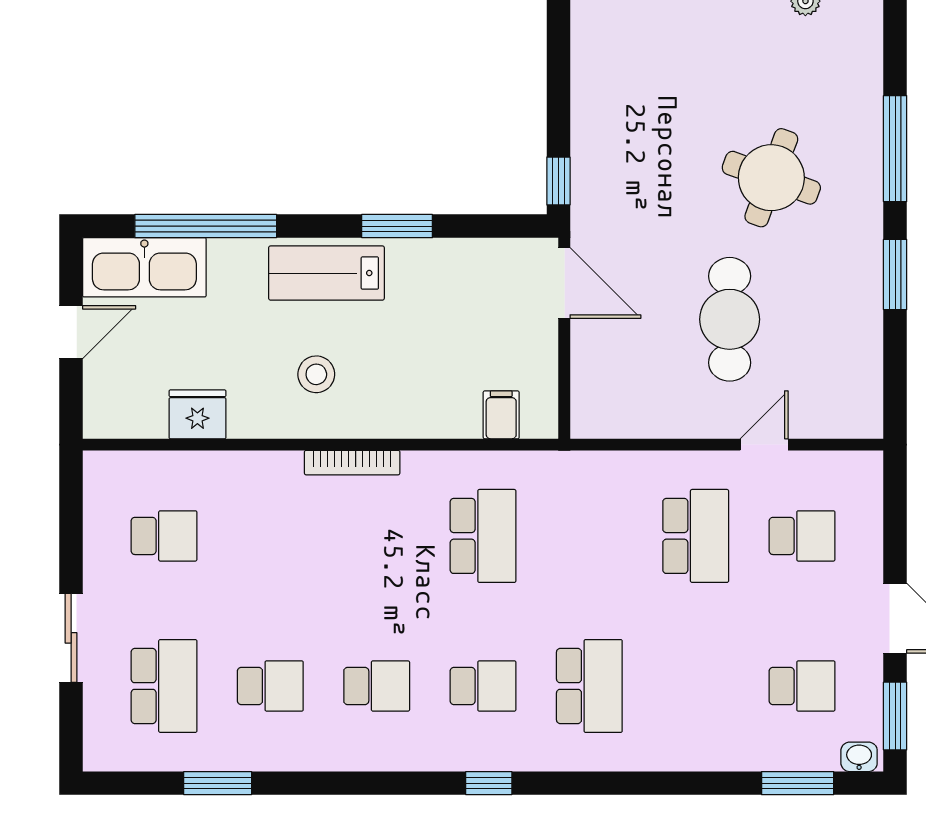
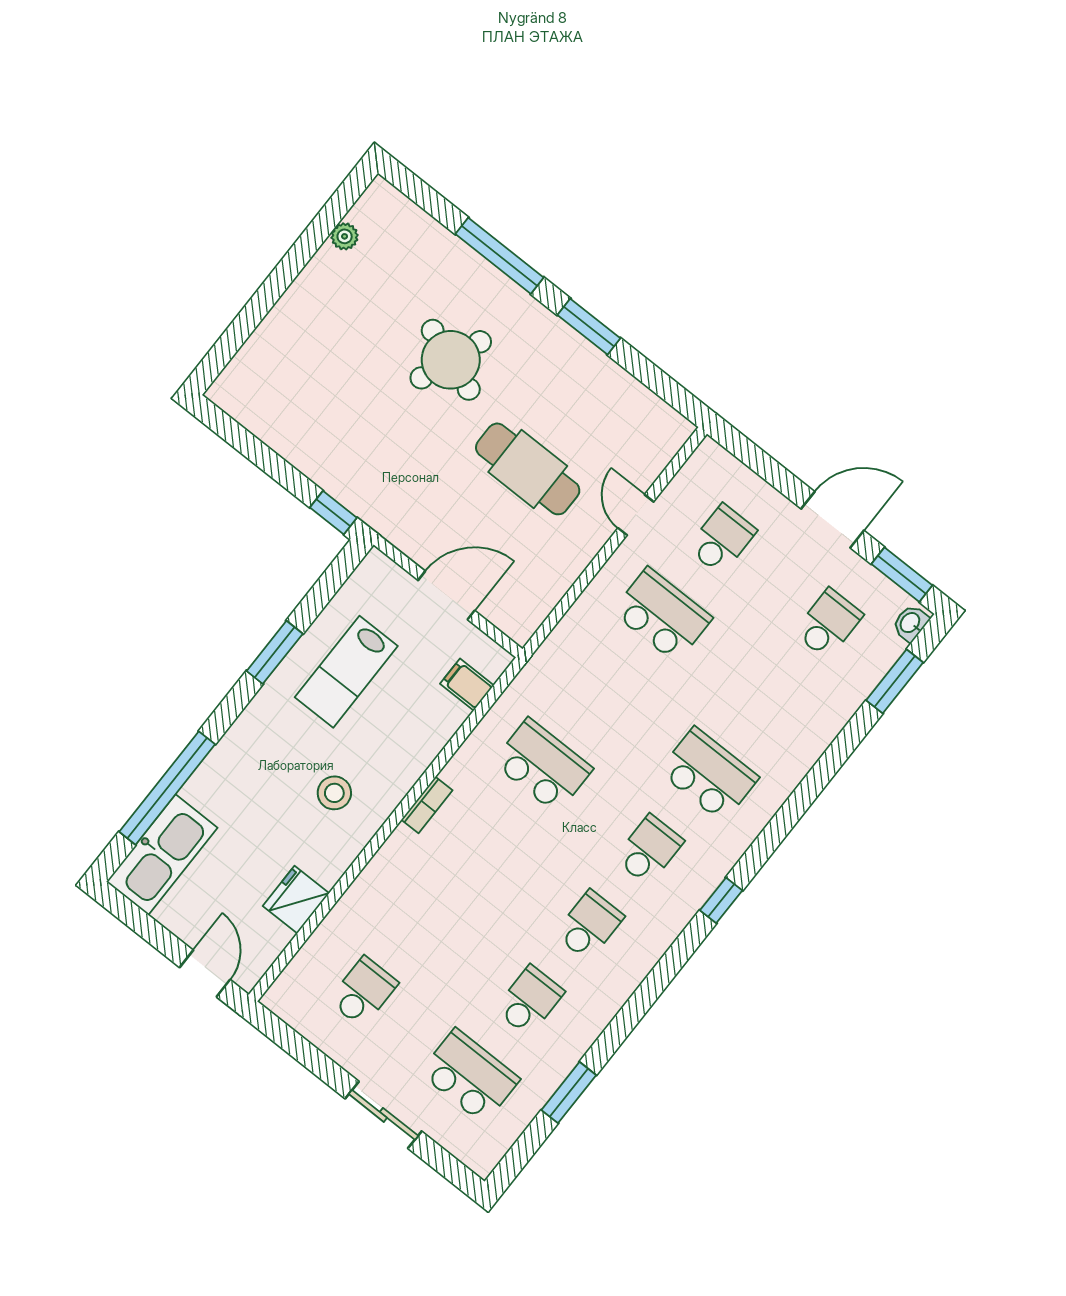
lab bench: (326, 273) -> (346, 672), moved
door: (564, 283) -> (446, 595), moved
door: (71, 332) -> (205, 973), moved
bookcase: (352, 463) -> (427, 805), width x0.64

